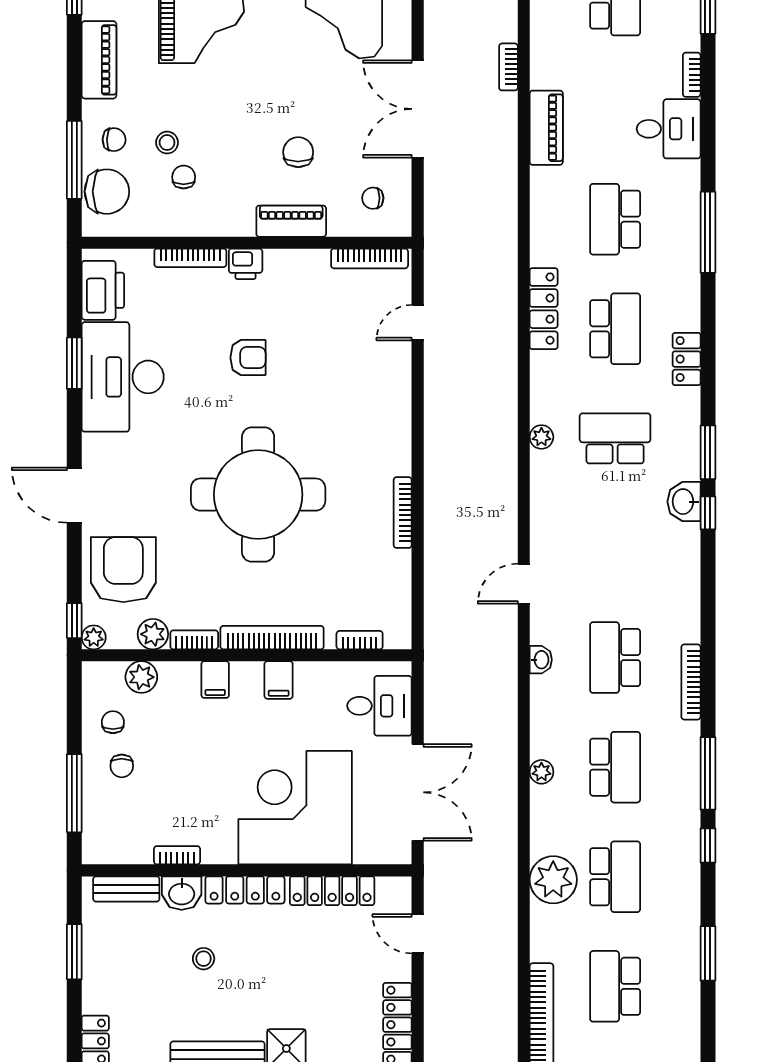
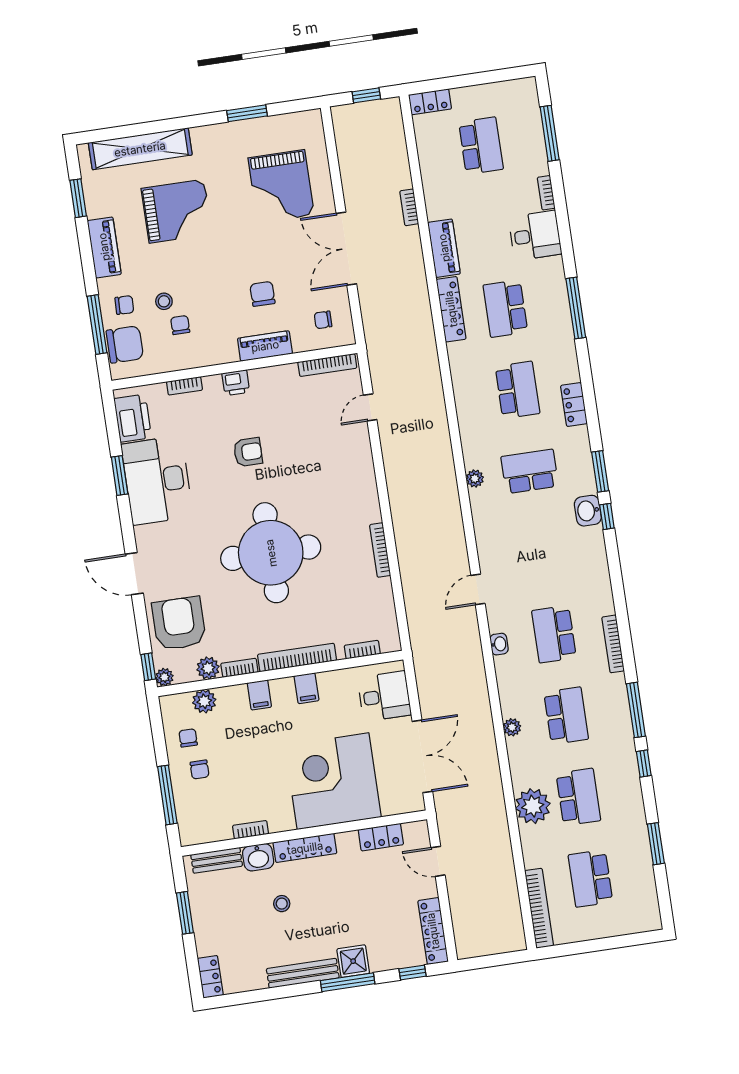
bookcase: (190, 258) -> (184, 386), width x0.64
locker: (544, 309) -> (451, 309), moved
locker: (332, 891) -> (381, 837), width x0.66

